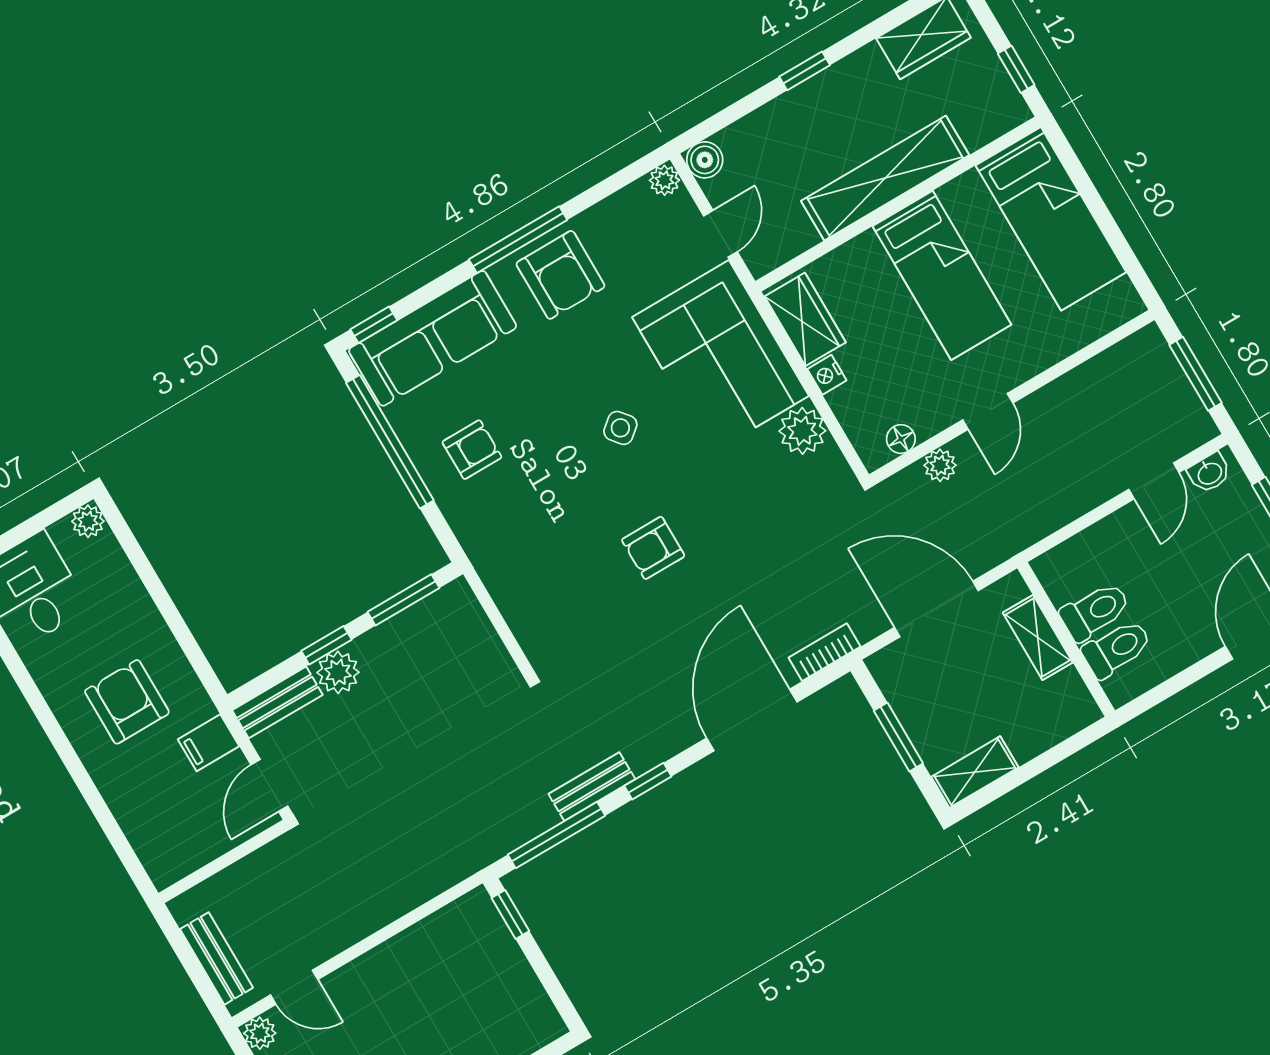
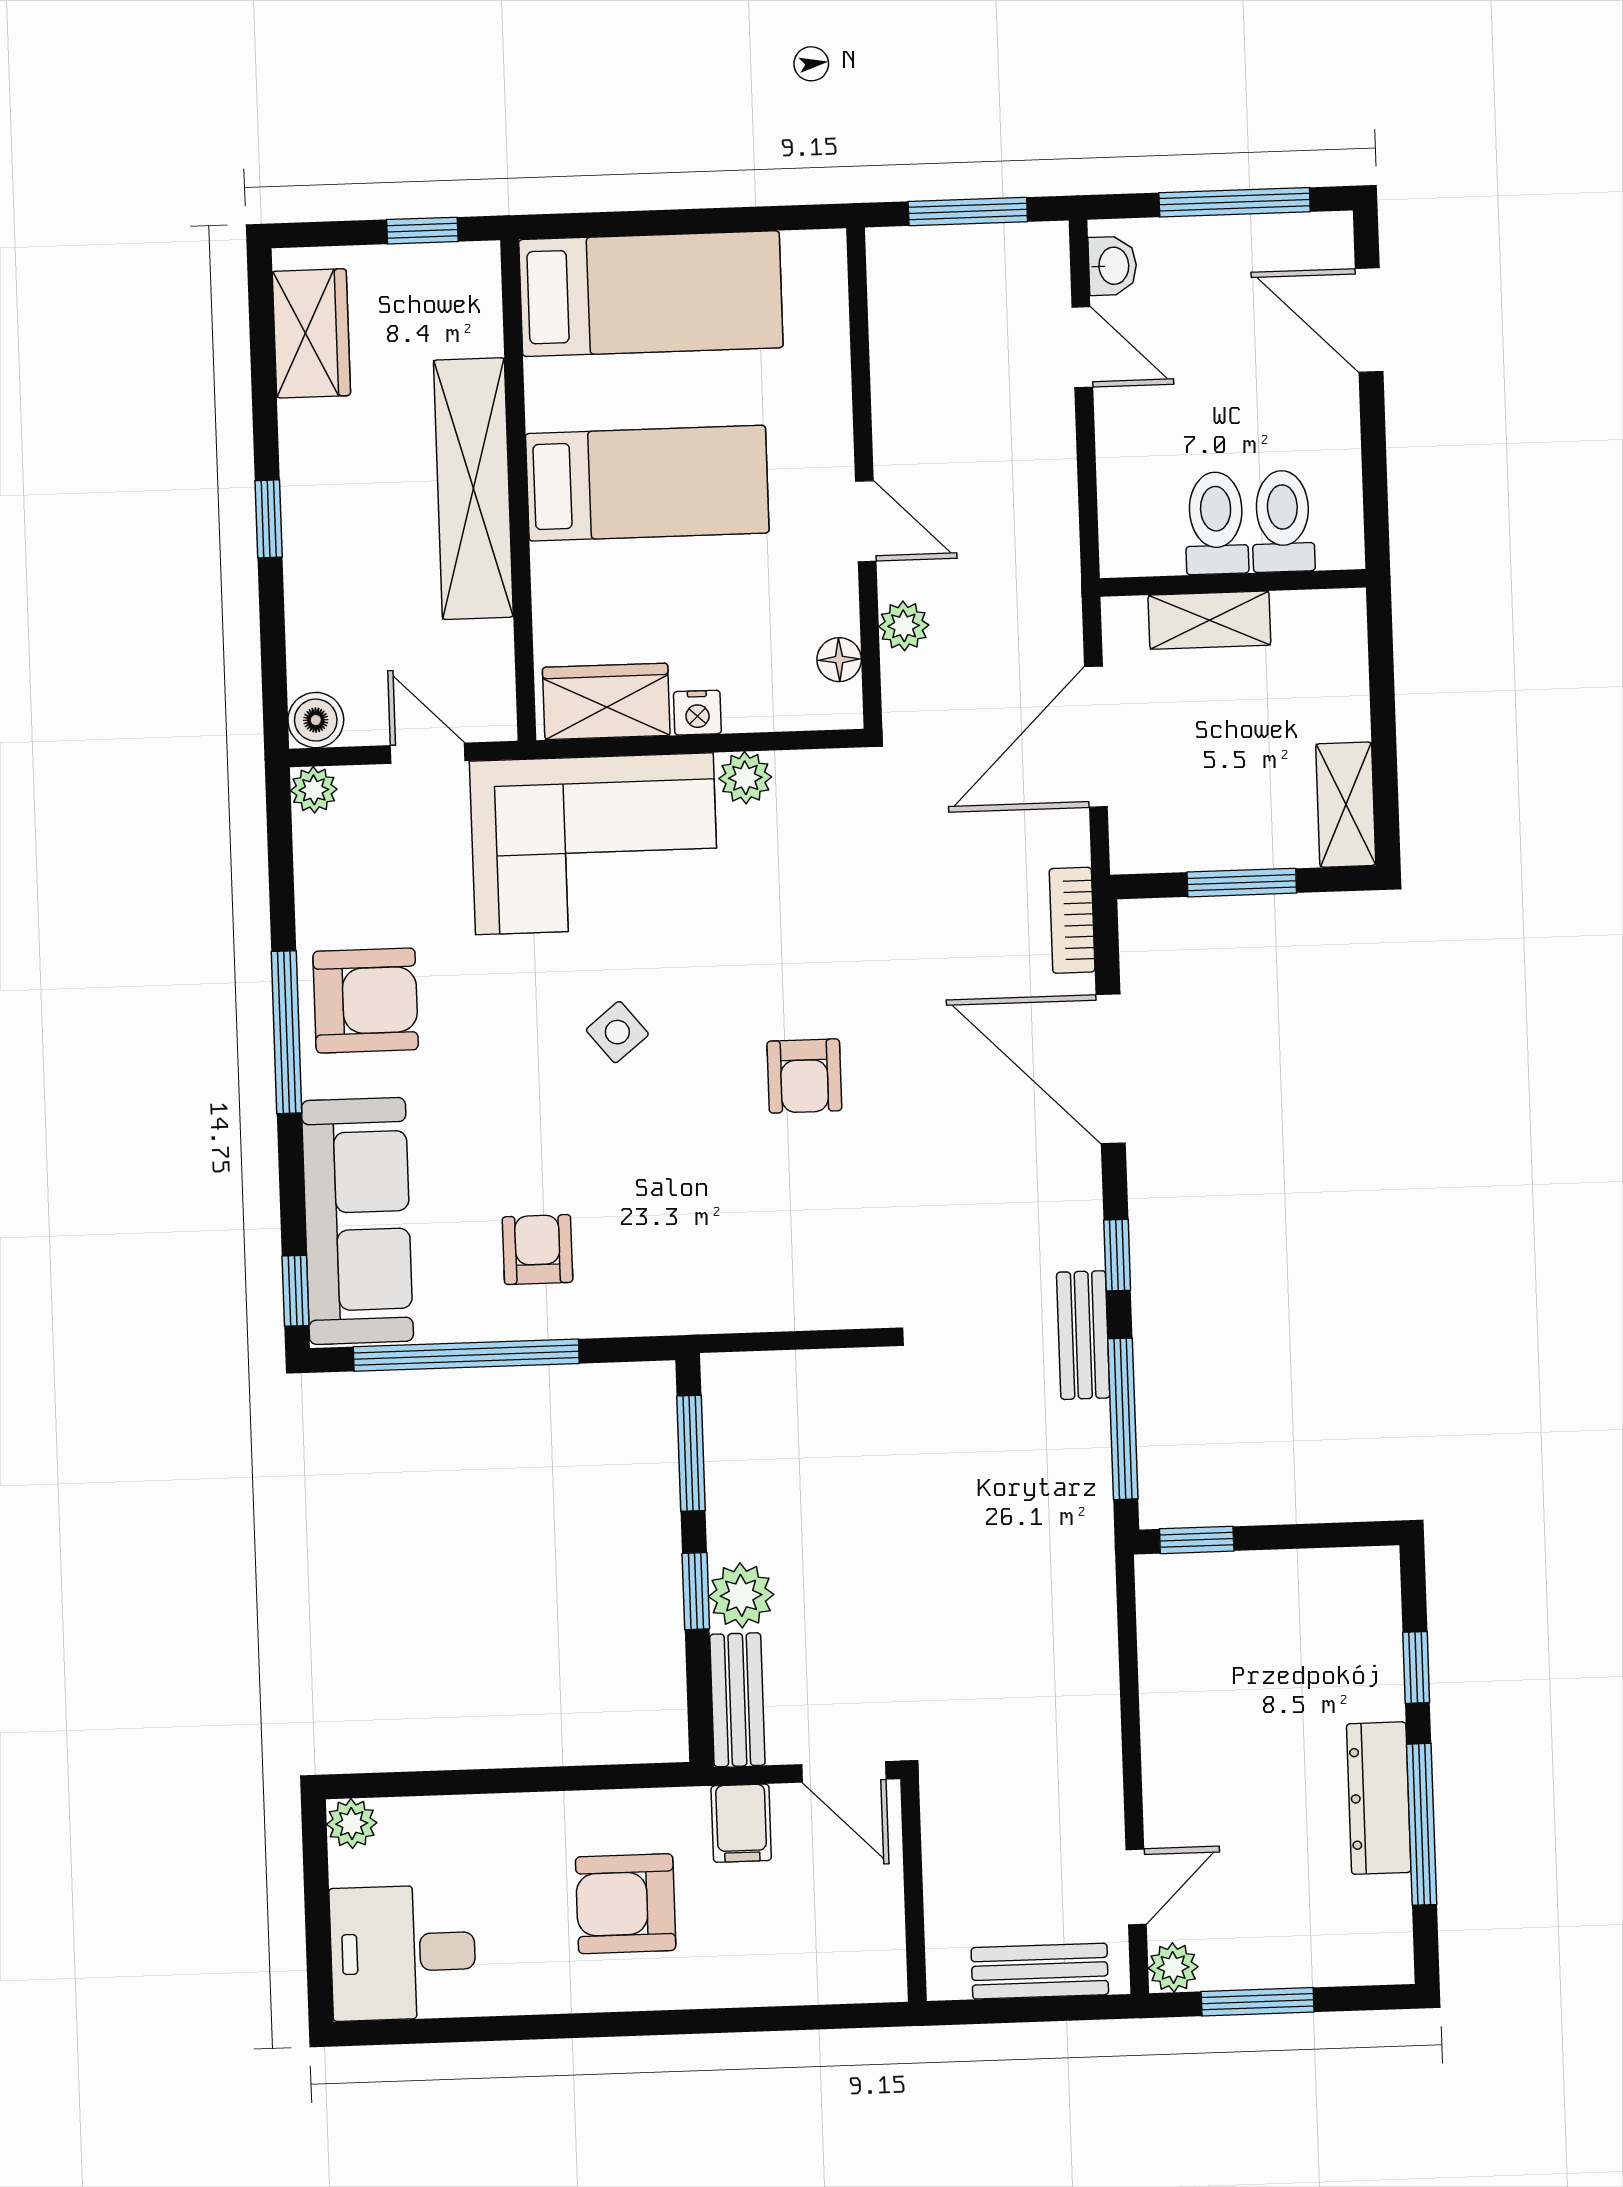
plant: (802, 431) -> (745, 778), width x0.73, depth x0.73

